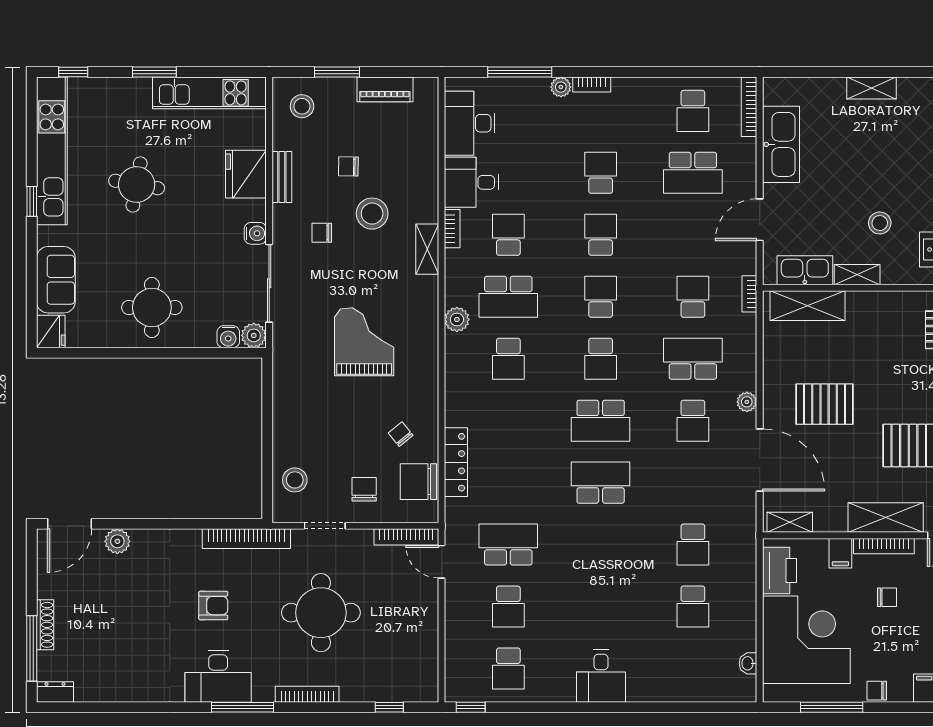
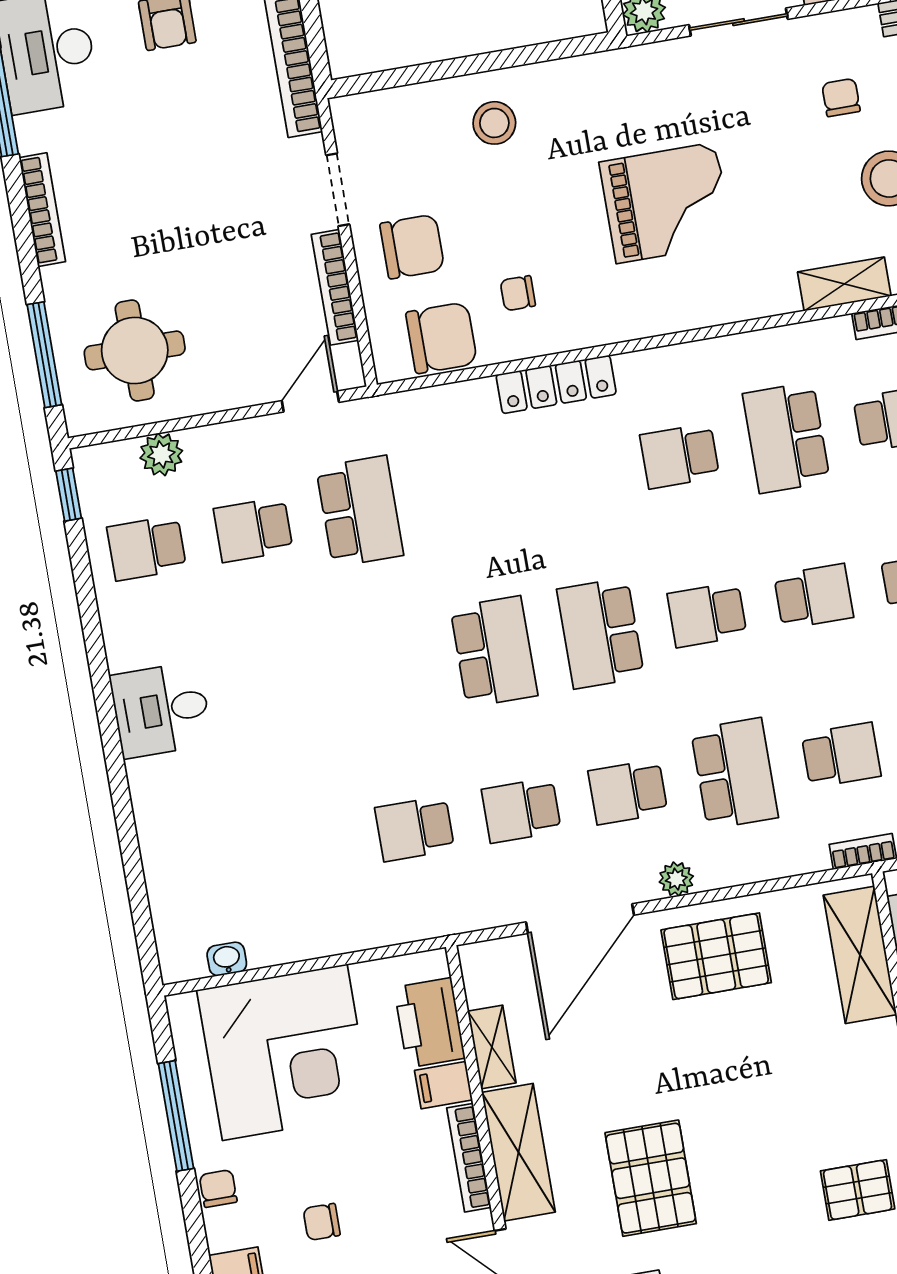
sliding door: (269, 283) -> (738, 22), width x0.73
plant: (457, 319) -> (161, 454), moved
pallet: (825, 404) -> (716, 956), moved, turned 90
chair: (401, 434) -> (518, 293), turned -141
locker: (456, 462) -> (556, 384), moved
stool: (295, 480) -> (494, 123), moved
chair: (418, 482) -> (441, 338), turned 90
chair: (364, 489) -> (412, 247), width x1.37, depth x1.37
shelving: (790, 522) -> (492, 1047), moved
bookcase: (406, 537) -> (335, 287), moved
printer: (779, 571) -> (429, 1023), moved, turned 90
chair: (887, 597) -> (322, 1222), moved, turned 90
school desk: (693, 607) -> (521, 810), moved
round table: (321, 613) -> (135, 350), moved, width x0.73, depth x0.73
window: (389, 707) -> (44, 355), width x2.17

